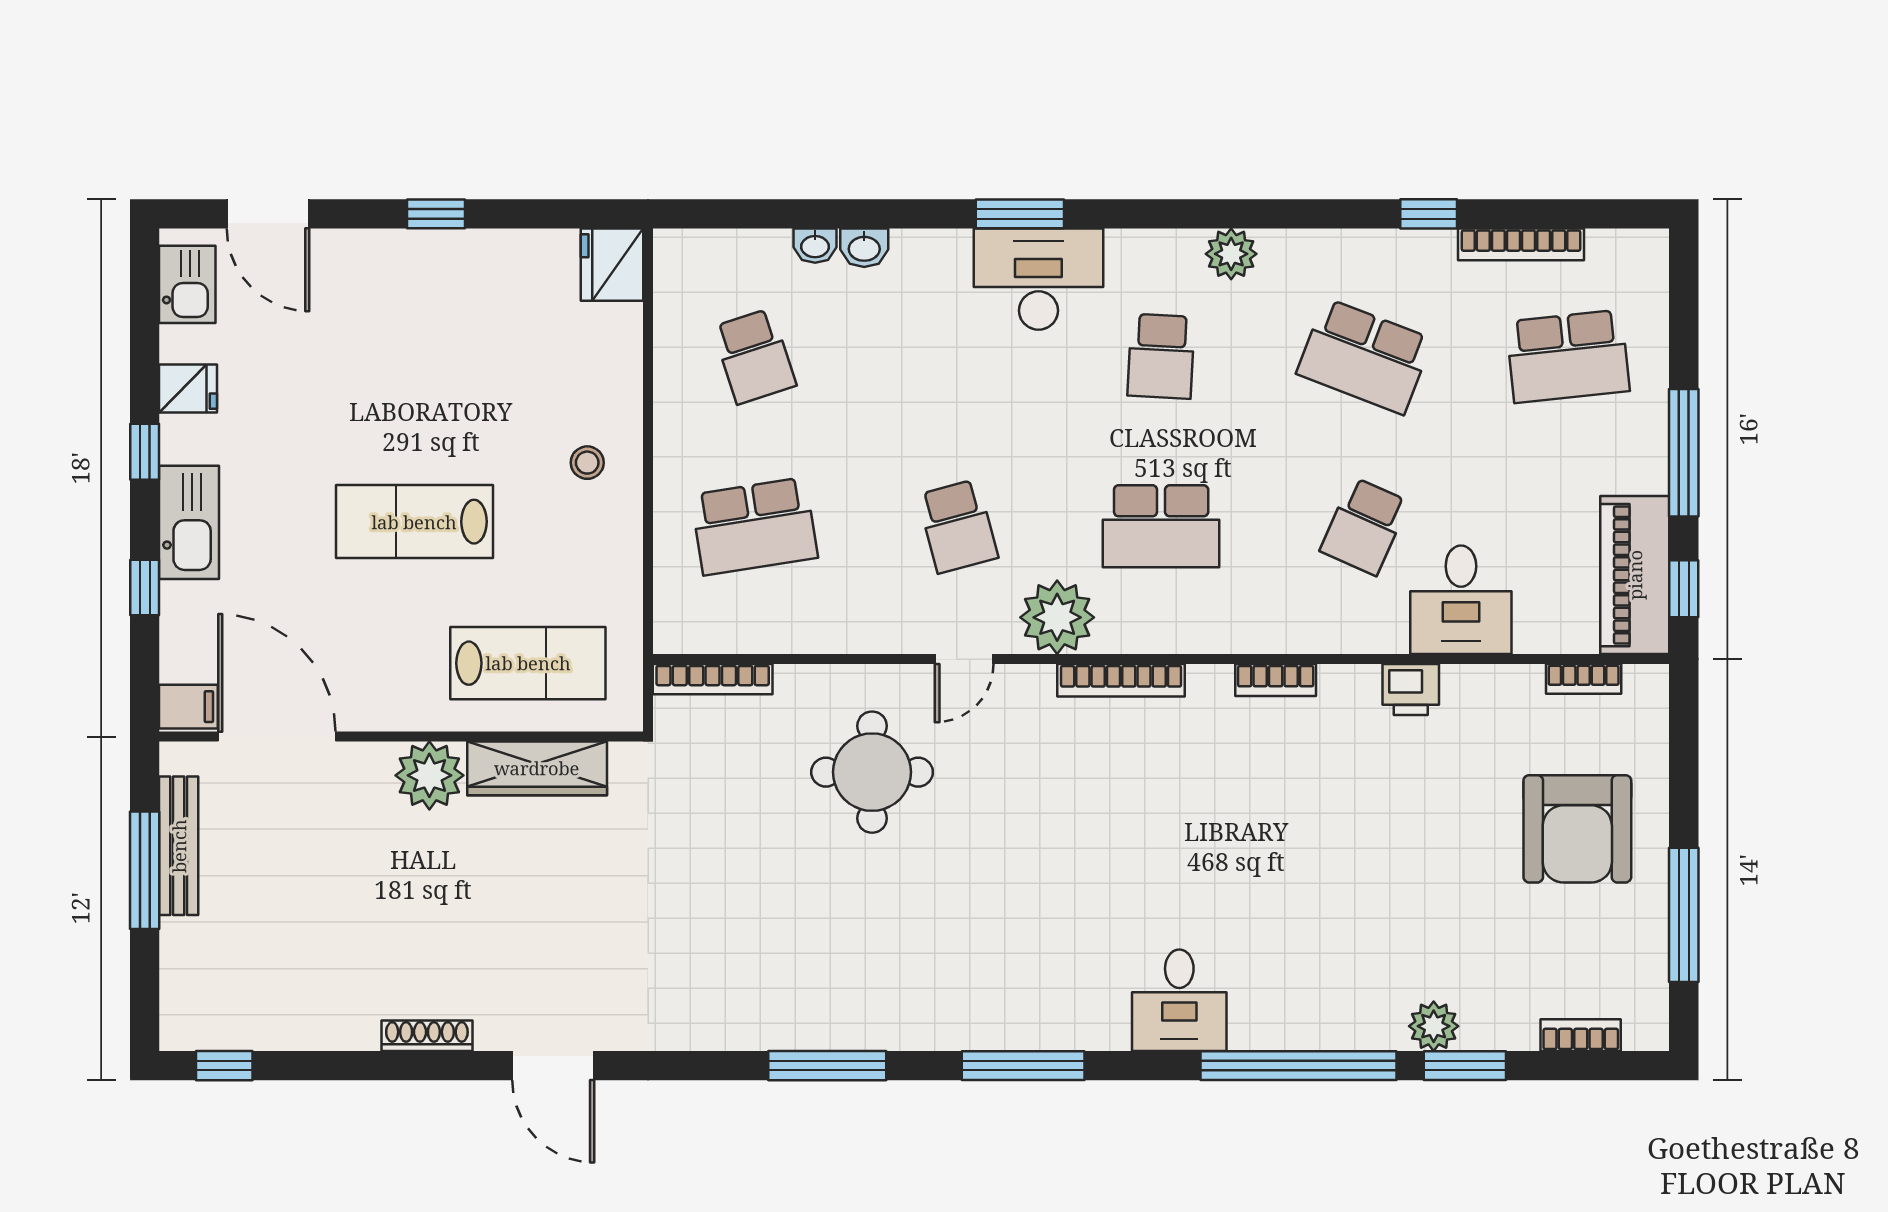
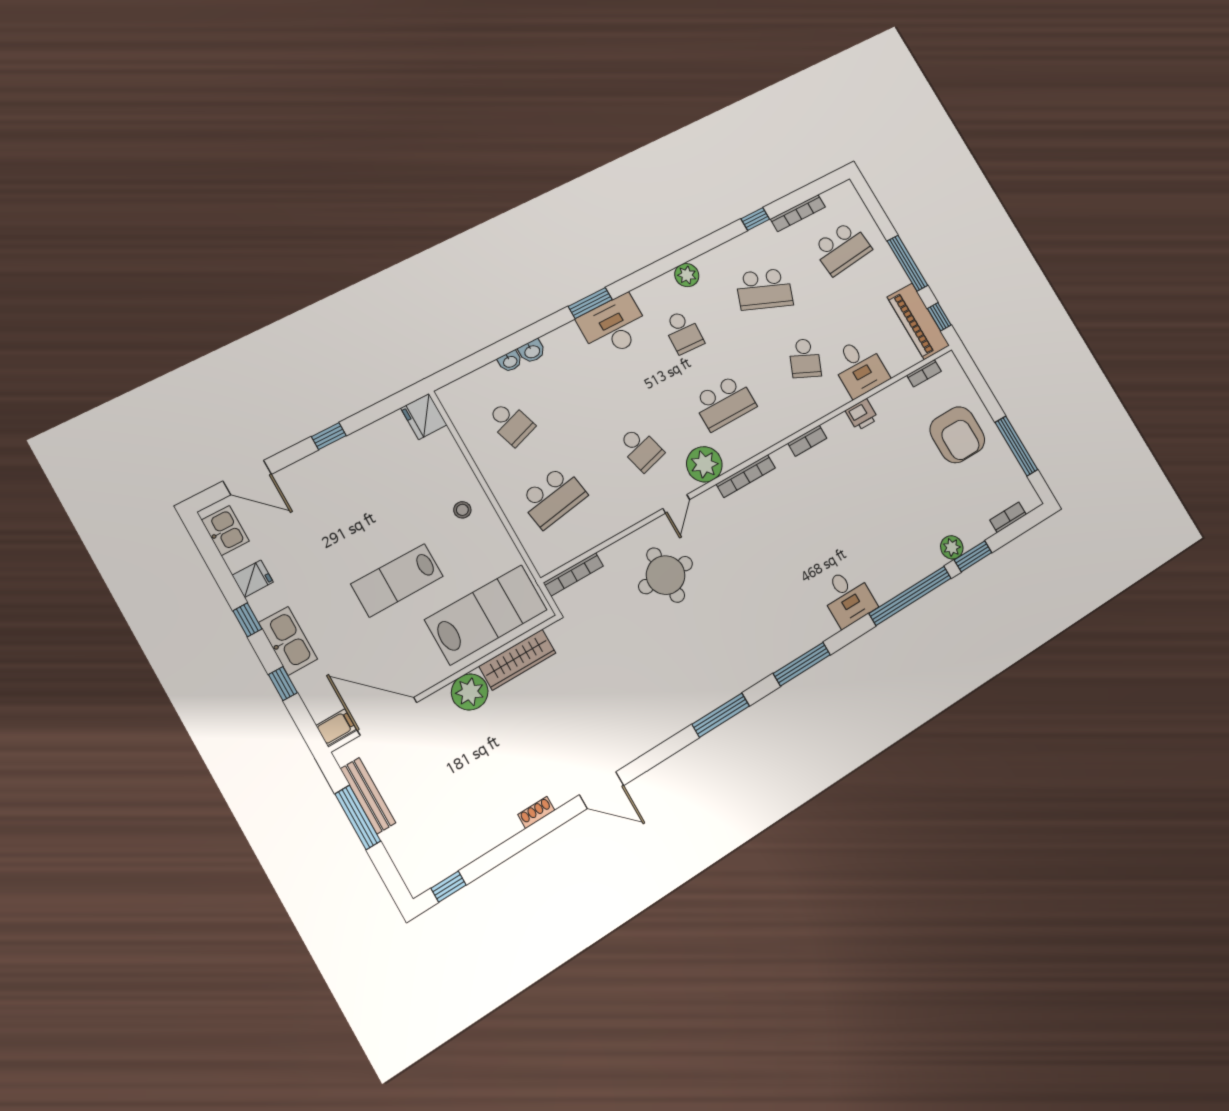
lab bench: (528, 663) -> (486, 615), width x1.36, depth x1.39
shoe rack: (427, 1036) -> (536, 812), width x0.70

